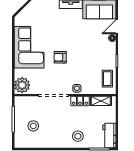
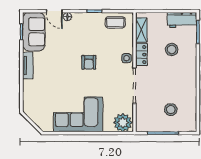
armchair: (60, 57) -> (89, 62), moved
stool: (78, 136) -> (172, 50), moved

